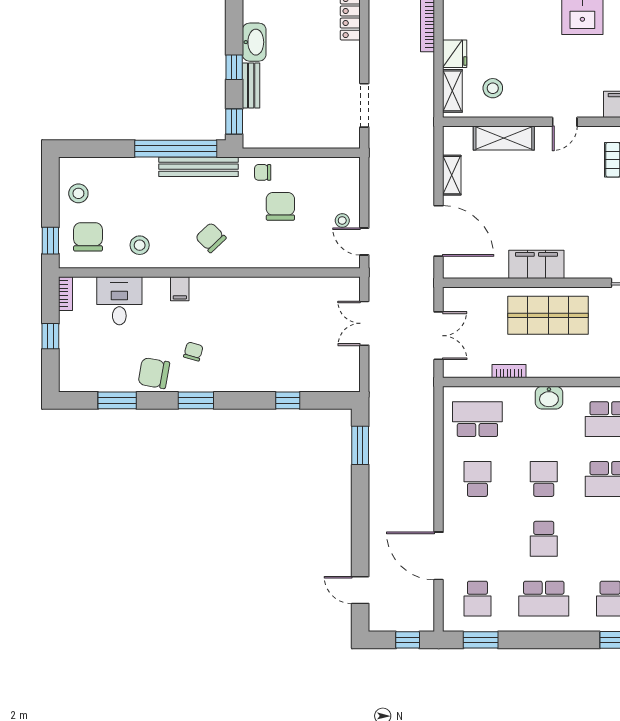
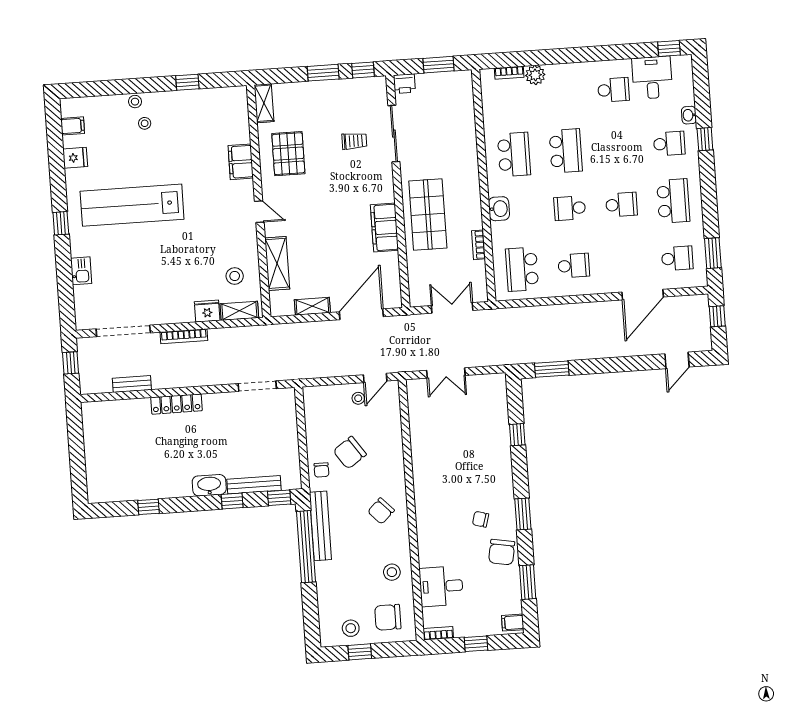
bench: (251, 86) -> (254, 485), width x1.36
chair: (280, 206) -> (350, 453), turned -35
window: (50, 241) -> (360, 652), moved
filing cabinet: (180, 289) -> (513, 623), moved, turned 180
school desk: (477, 479) -> (574, 266), turned 180

